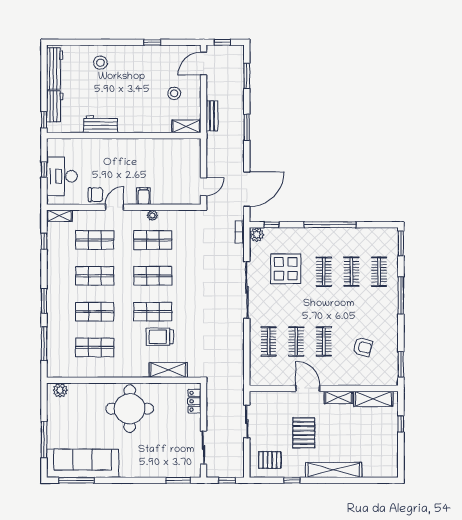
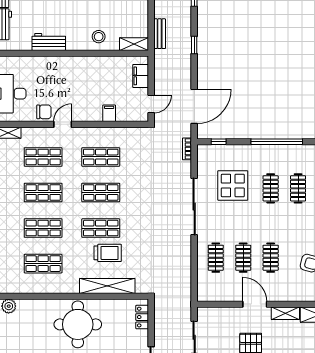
stool: (174, 93) -> (99, 37), moved
window: (247, 127) -> (194, 45), width x0.67
filing cabinet: (193, 158) -> (141, 76), added
filing cabinet: (144, 196) -> (109, 113), moved
plant: (152, 215) -> (100, 132), removed
plant: (257, 235) -> (204, 152), removed
trolley: (160, 337) -> (108, 253), turned 180
shelving: (168, 370) -> (107, 286), width x1.47

